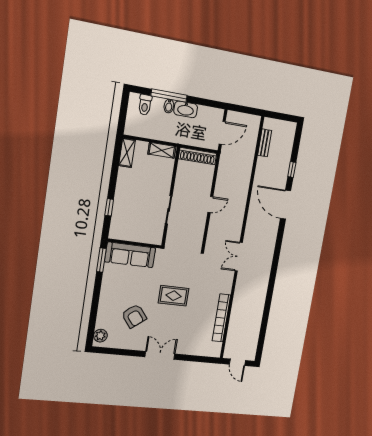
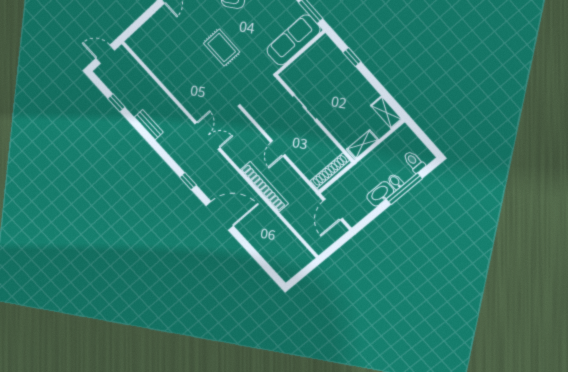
bench: (265, 143) -> (149, 125), moved
window: (292, 170) -> (188, 181), moved
rug: (174, 296) -> (222, 48), turned 90
bookcase: (221, 318) -> (265, 187), moved
window: (263, 330) -> (116, 103), added

